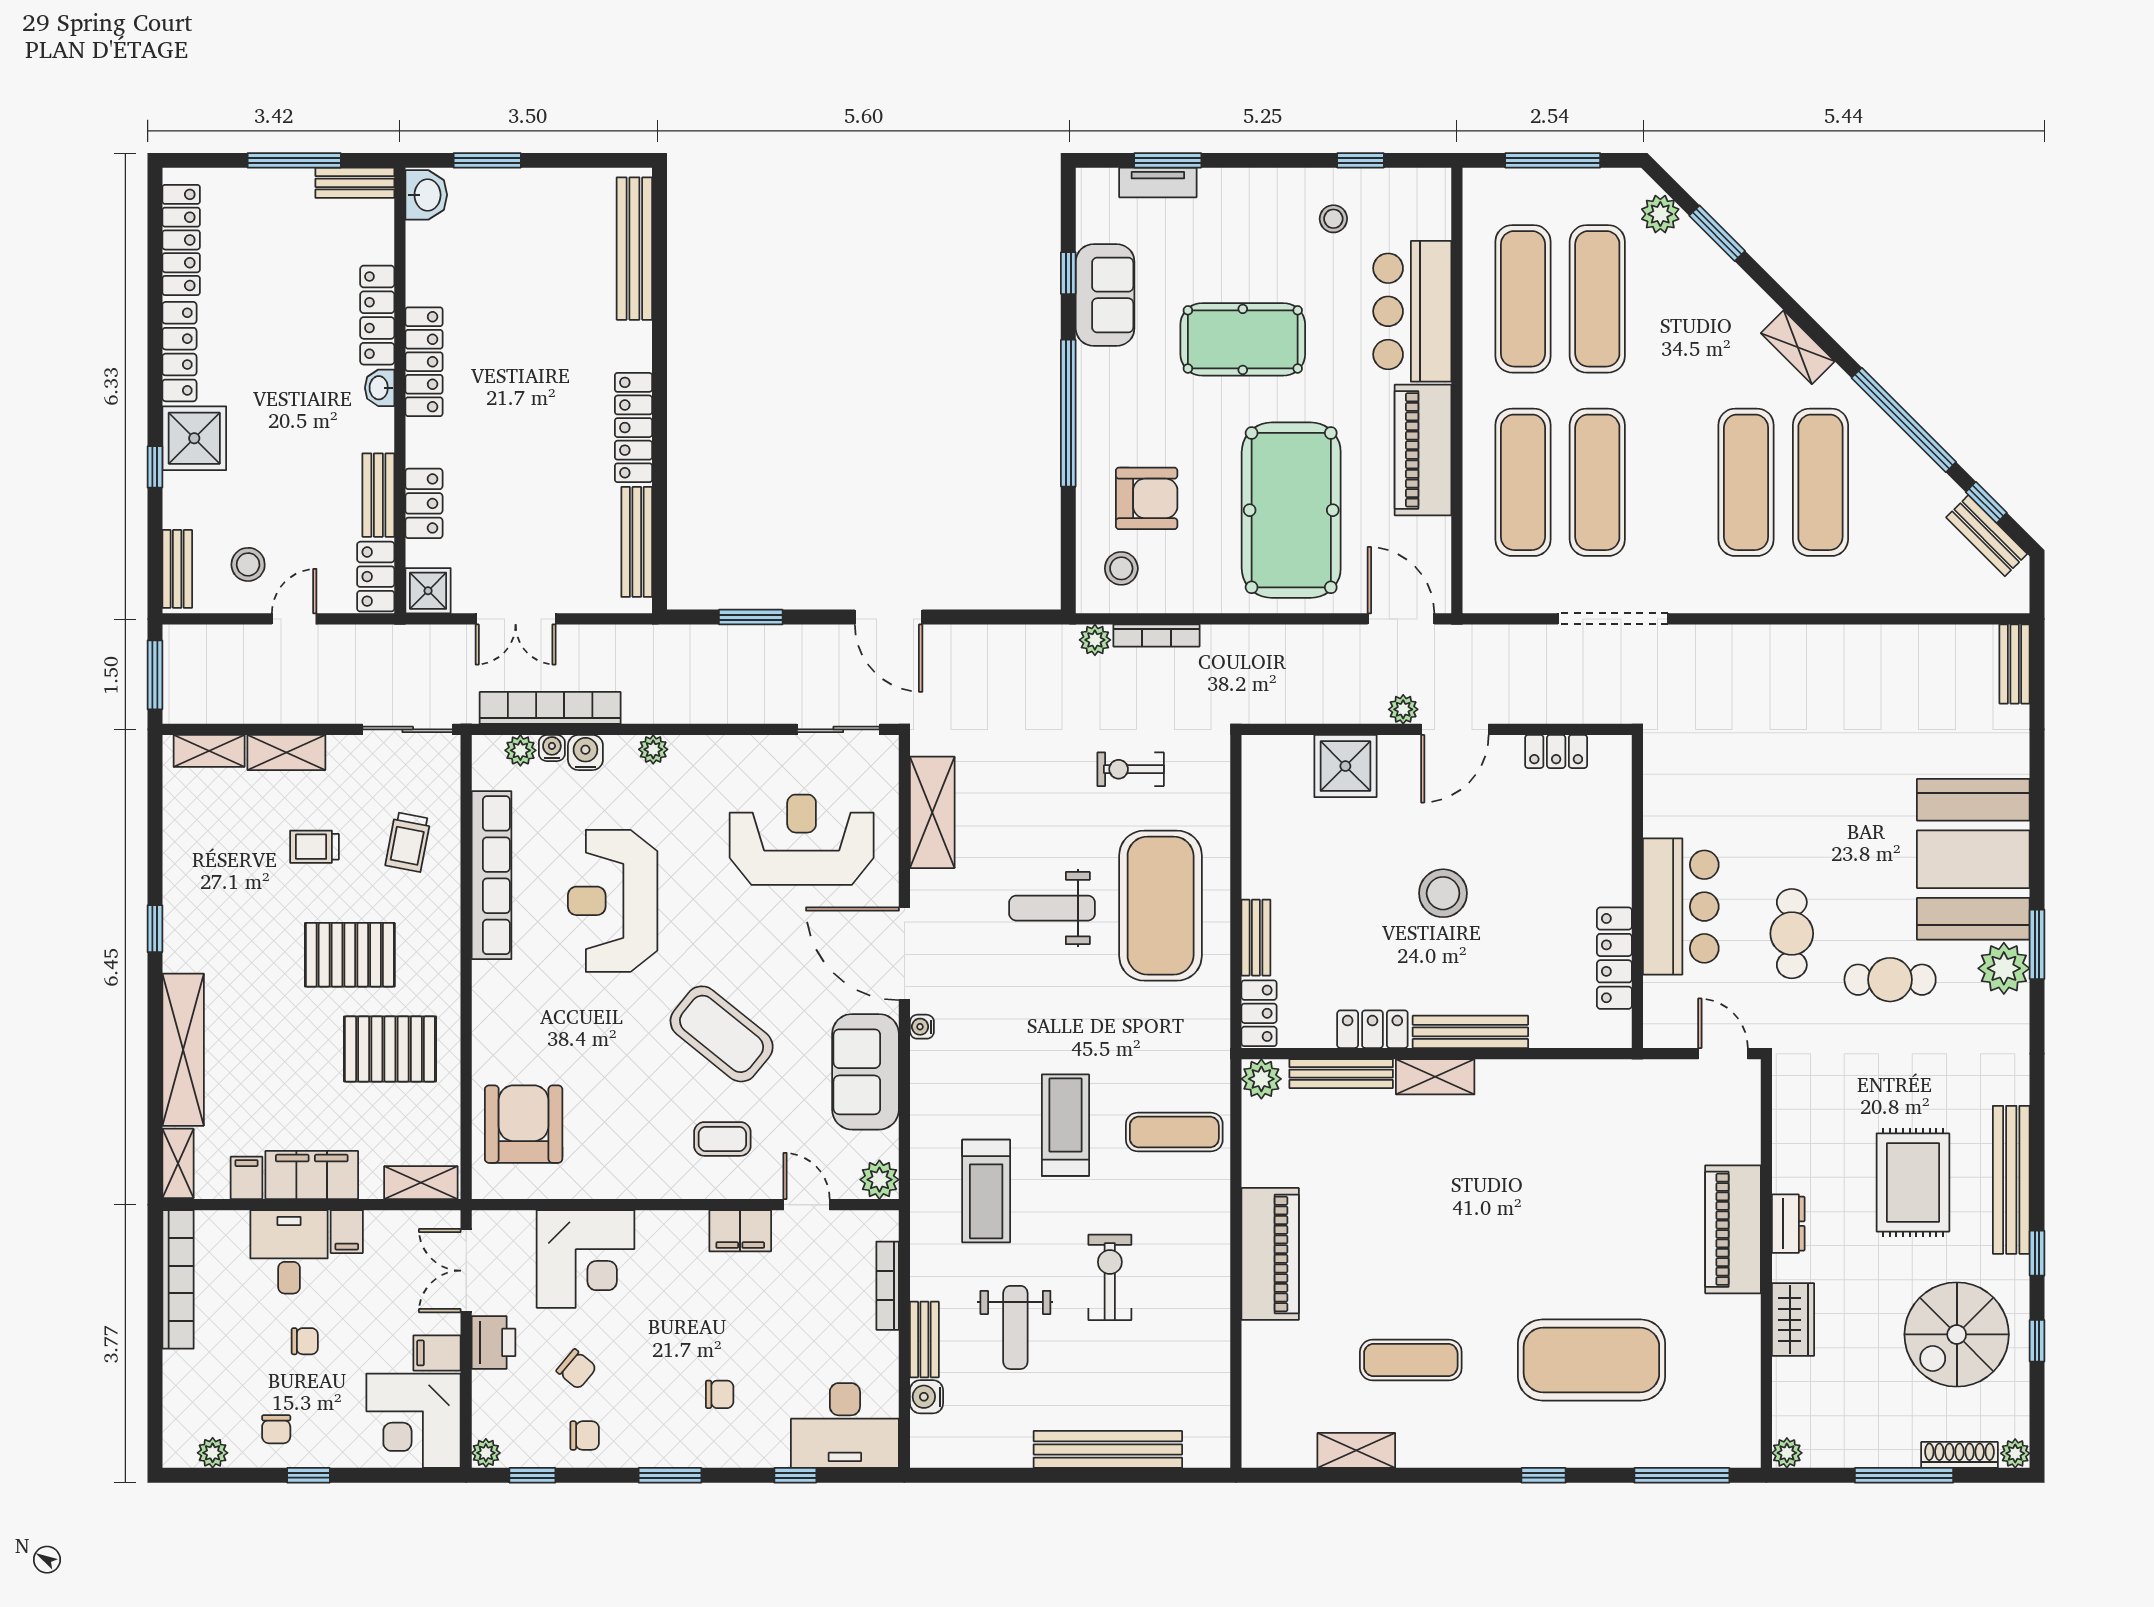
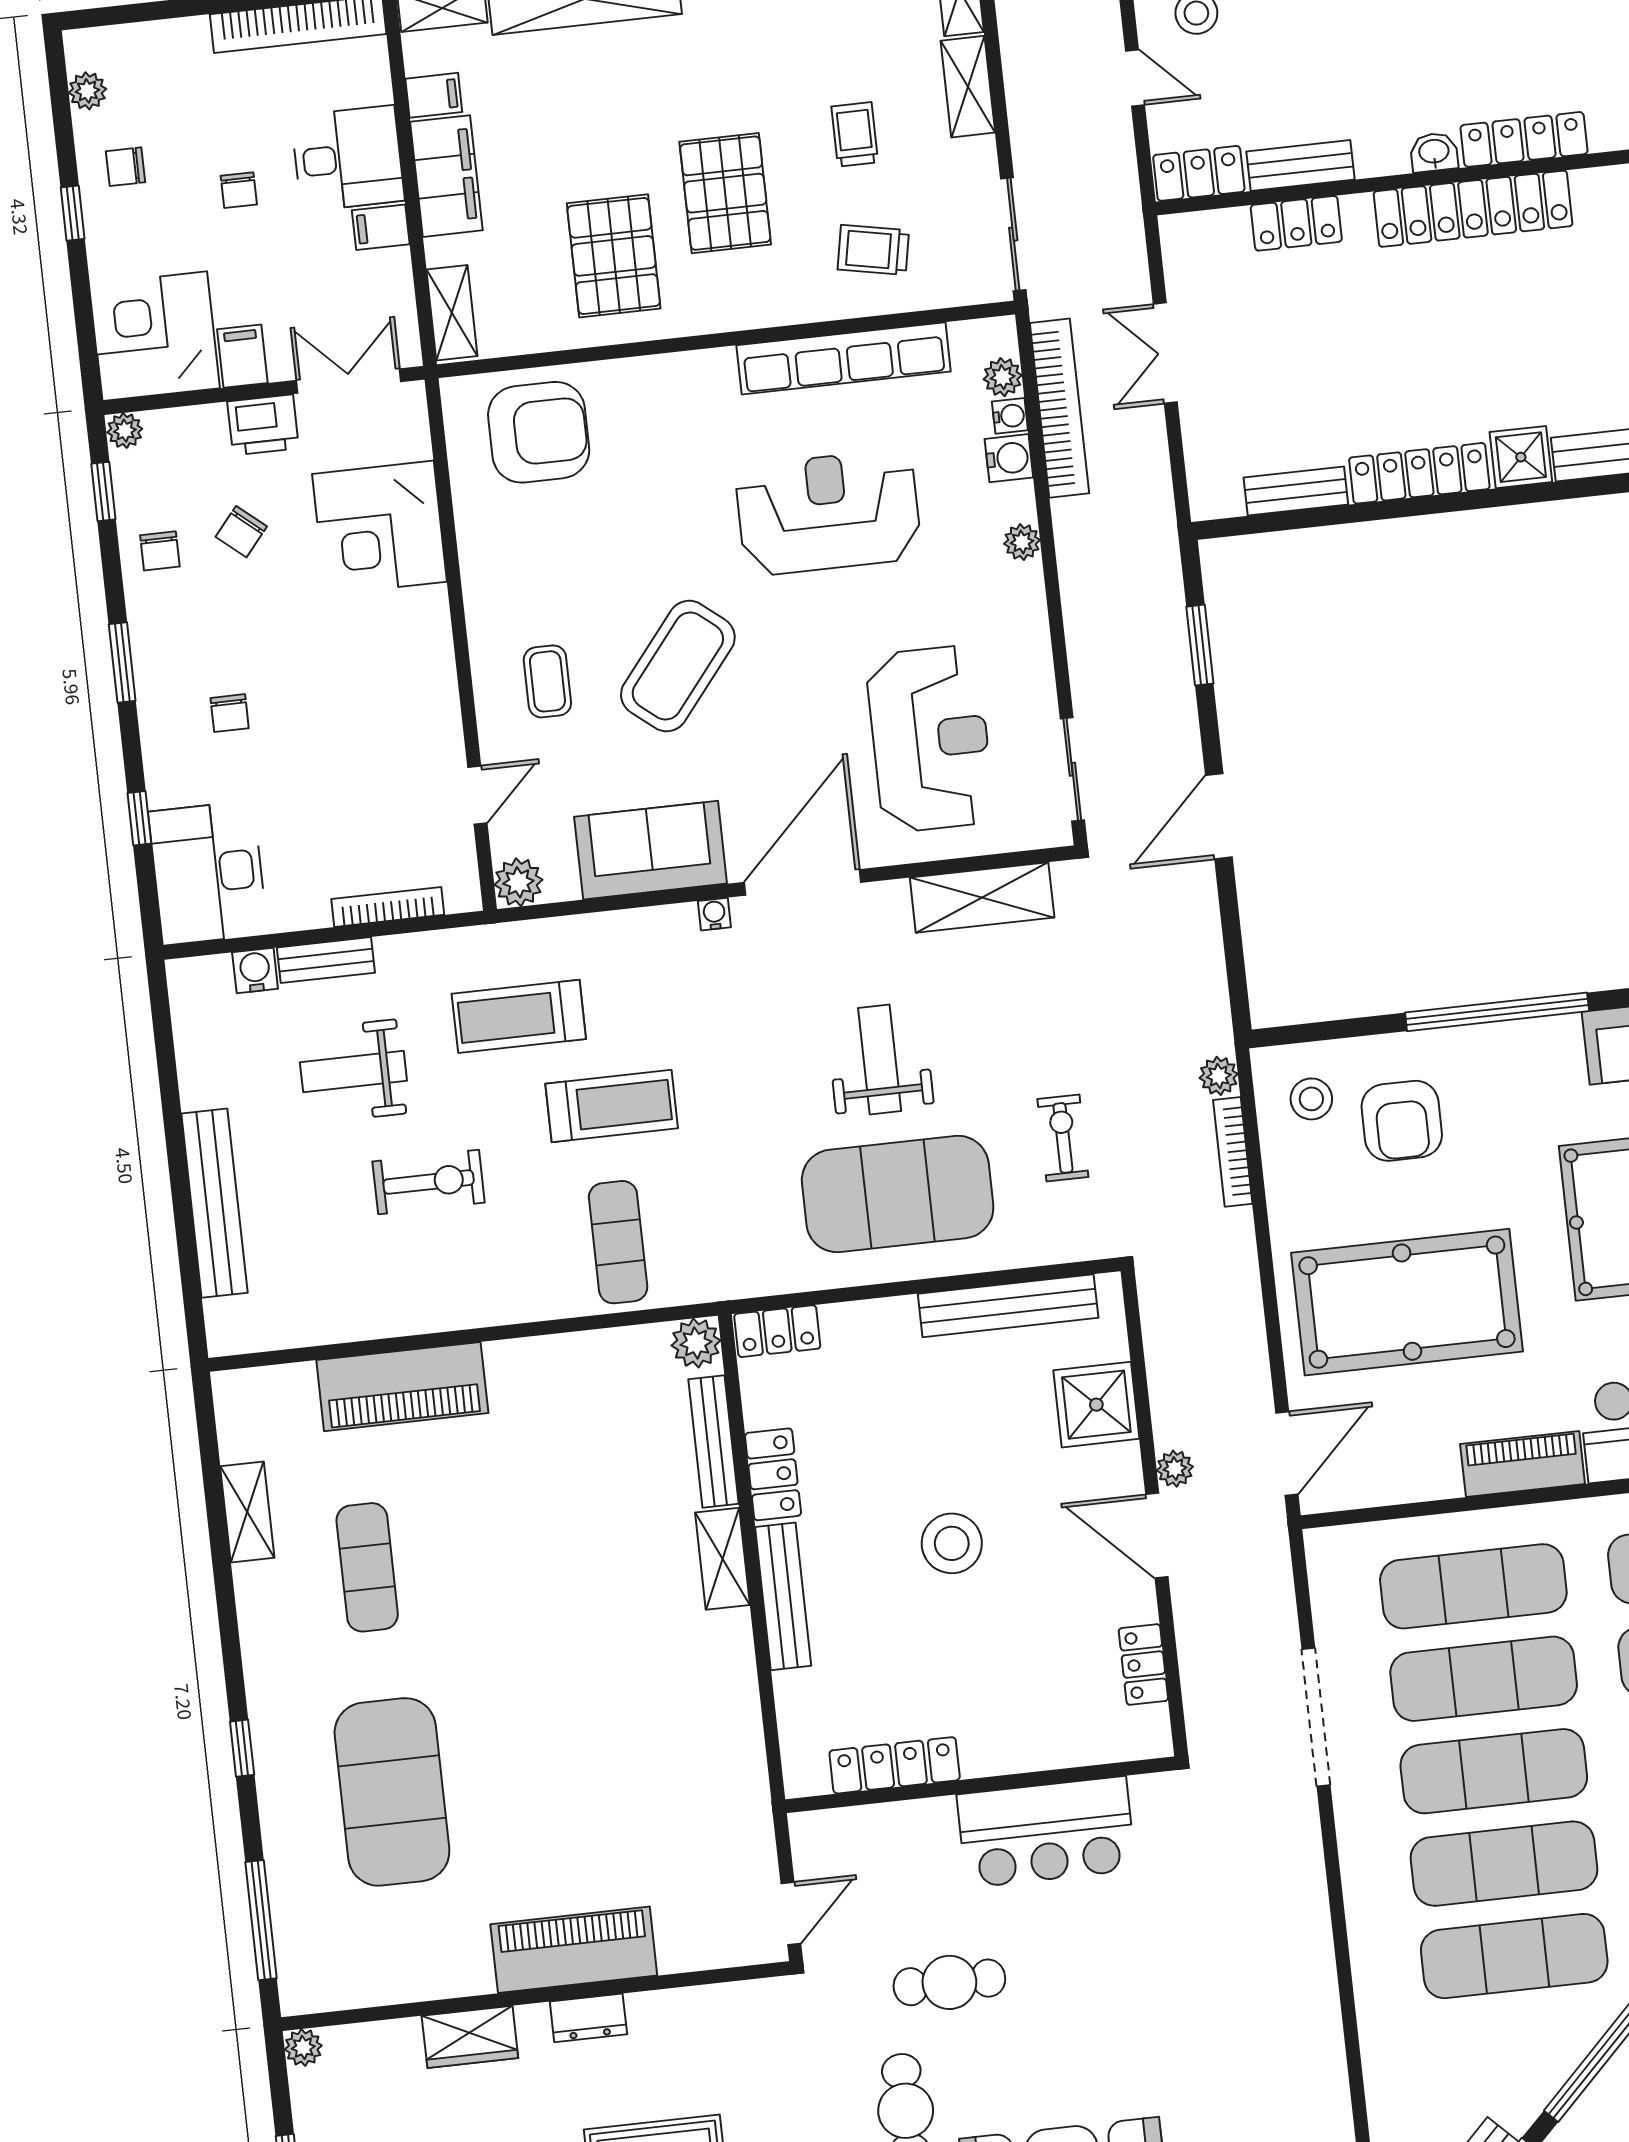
locker: (424, 362) -> (1473, 209), width x1.41, depth x1.21
piano: (1423, 450) -> (1523, 1464), width x0.73, depth x0.75
exercise mat: (1672, 482) -> (1494, 1771), added
bench: (637, 542) -> (1296, 491), width x0.73
shower: (428, 591) -> (1521, 457), moved
bar counter: (1681, 907) -> (1046, 1832), moved
bench: (1256, 938) -> (1008, 1306), moved, width x1.86, depth x1.21
filing cabinet: (740, 1231) -> (436, 716), removed
piano: (1270, 1254) -> (402, 1387), moved

